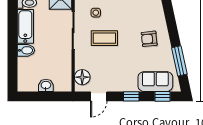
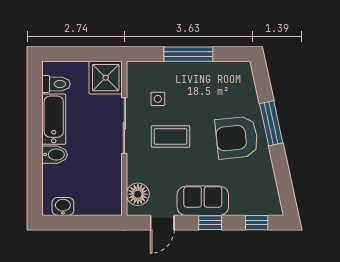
armchair: (149, 39) -> (237, 138), width x1.88, depth x1.88
window: (179, 61) -> (271, 123), moved
sofa: (155, 82) -> (203, 201), moved
washbasin: (46, 85) -> (63, 206), moved

